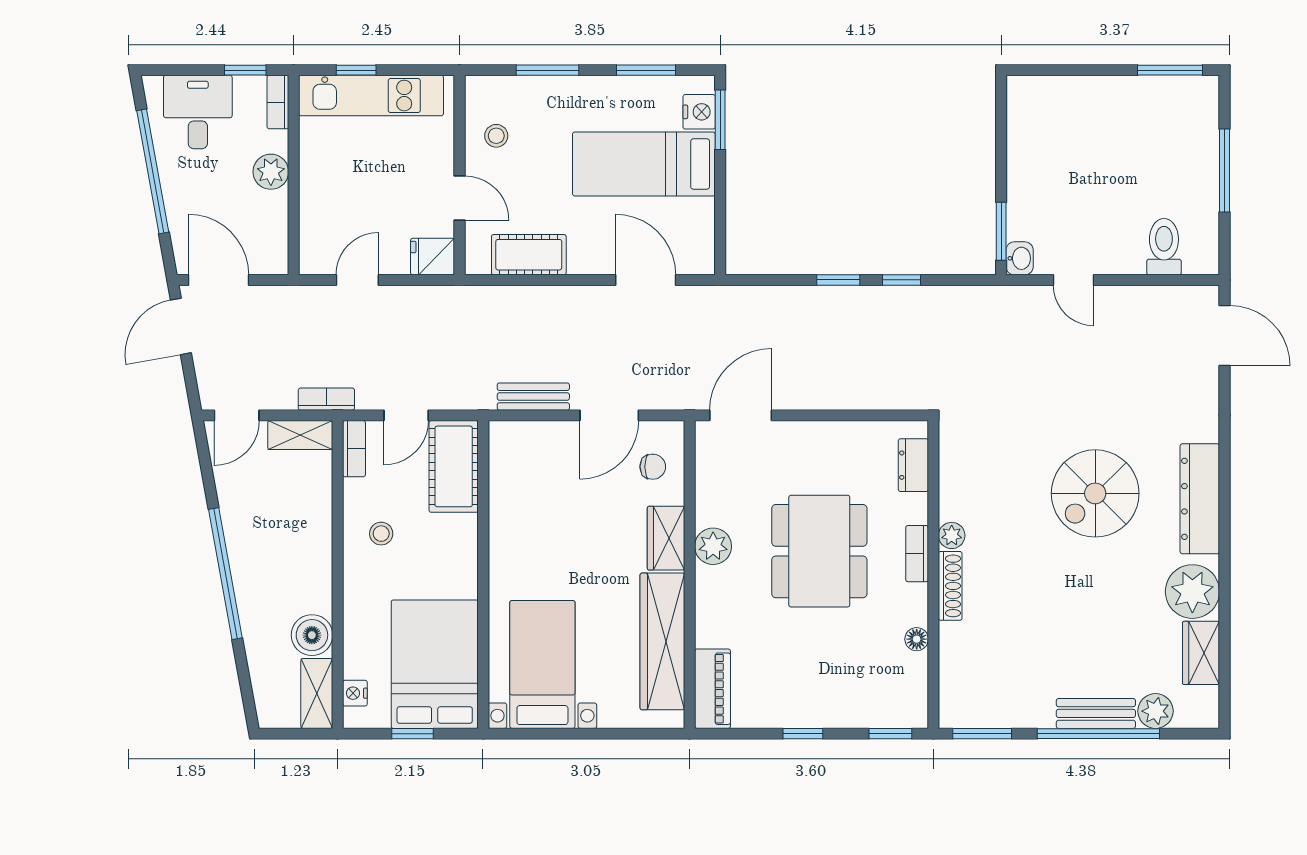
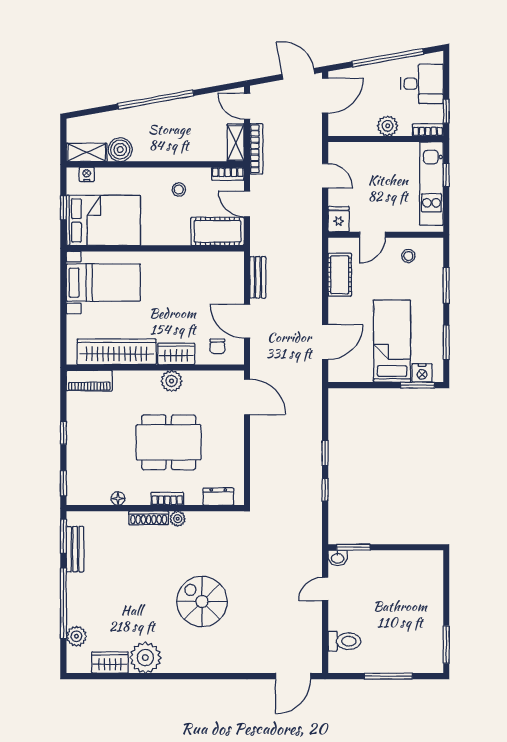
bookcase: (326, 399) -> (256, 149), width x1.56
dresser: (1200, 499) -> (199, 662), removed
bench: (1096, 713) -> (75, 549), moved

